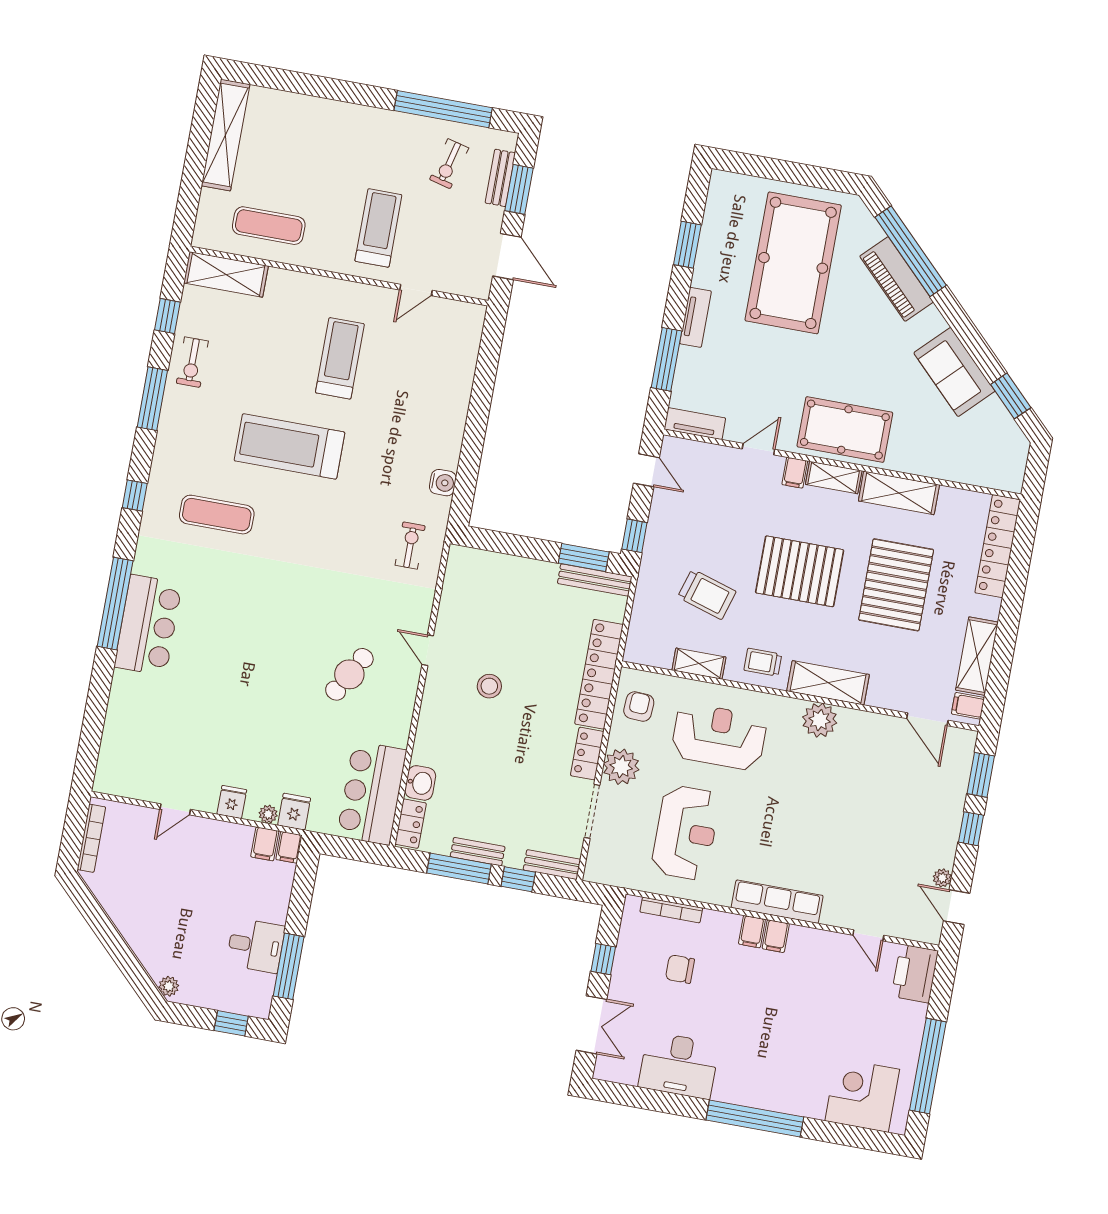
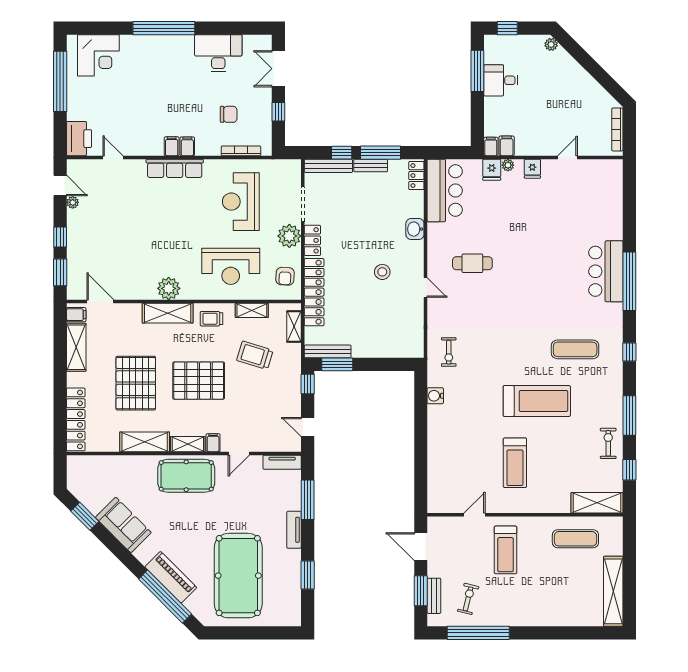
shelving: (639, 627) -> (294, 327), added
trolley: (763, 662) -> (211, 319), turned 180
cafe table: (349, 674) -> (472, 263), turned 60
washbasin: (420, 783) -> (415, 229), moved
bench: (552, 865) -> (328, 166), width x1.36

